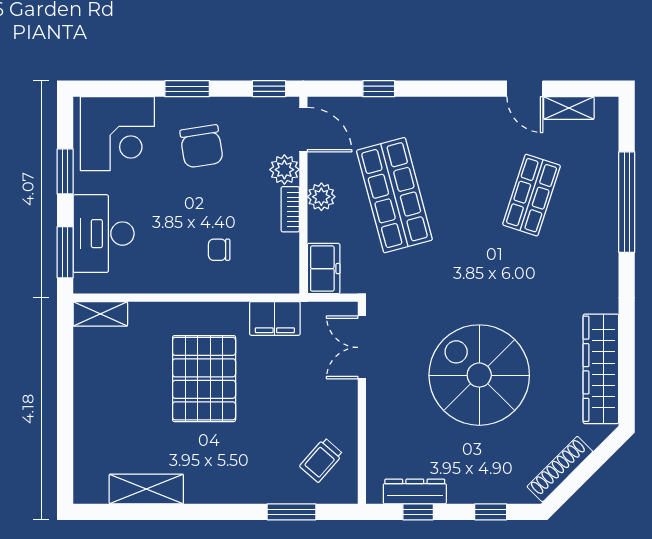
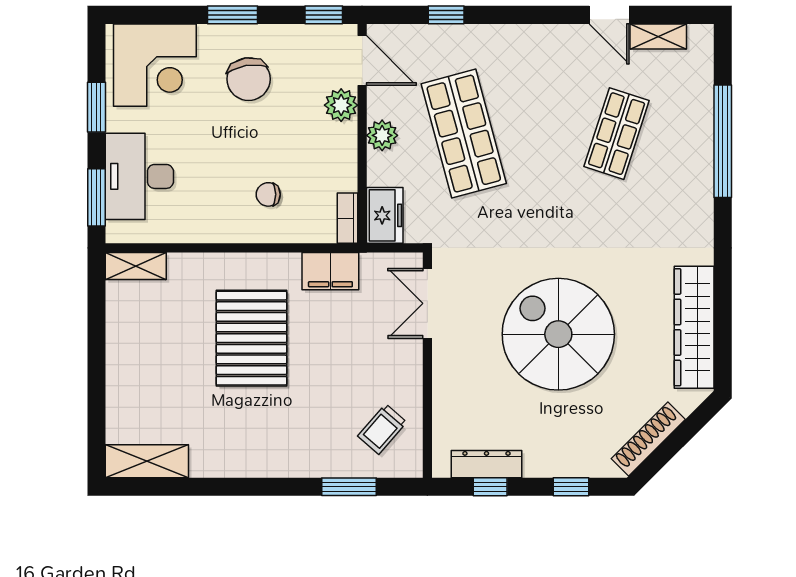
bookcase: (290, 209) -> (348, 218), moved
shelving: (146, 489) -> (147, 461), moved

